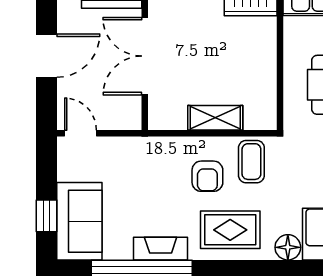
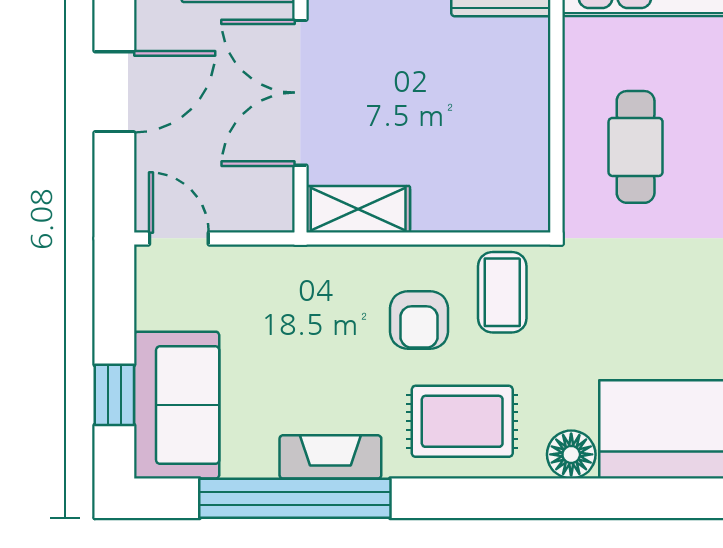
shelving: (215, 118) -> (358, 209), moved

